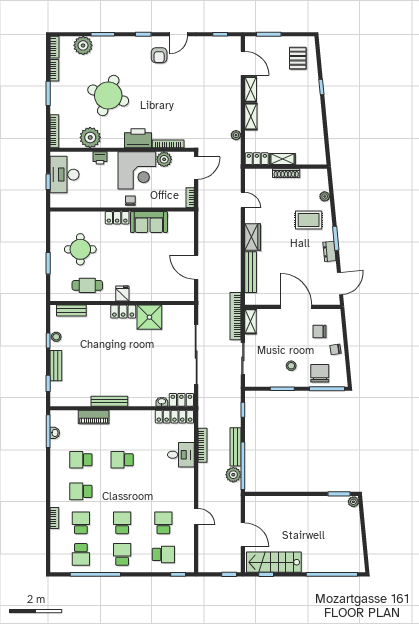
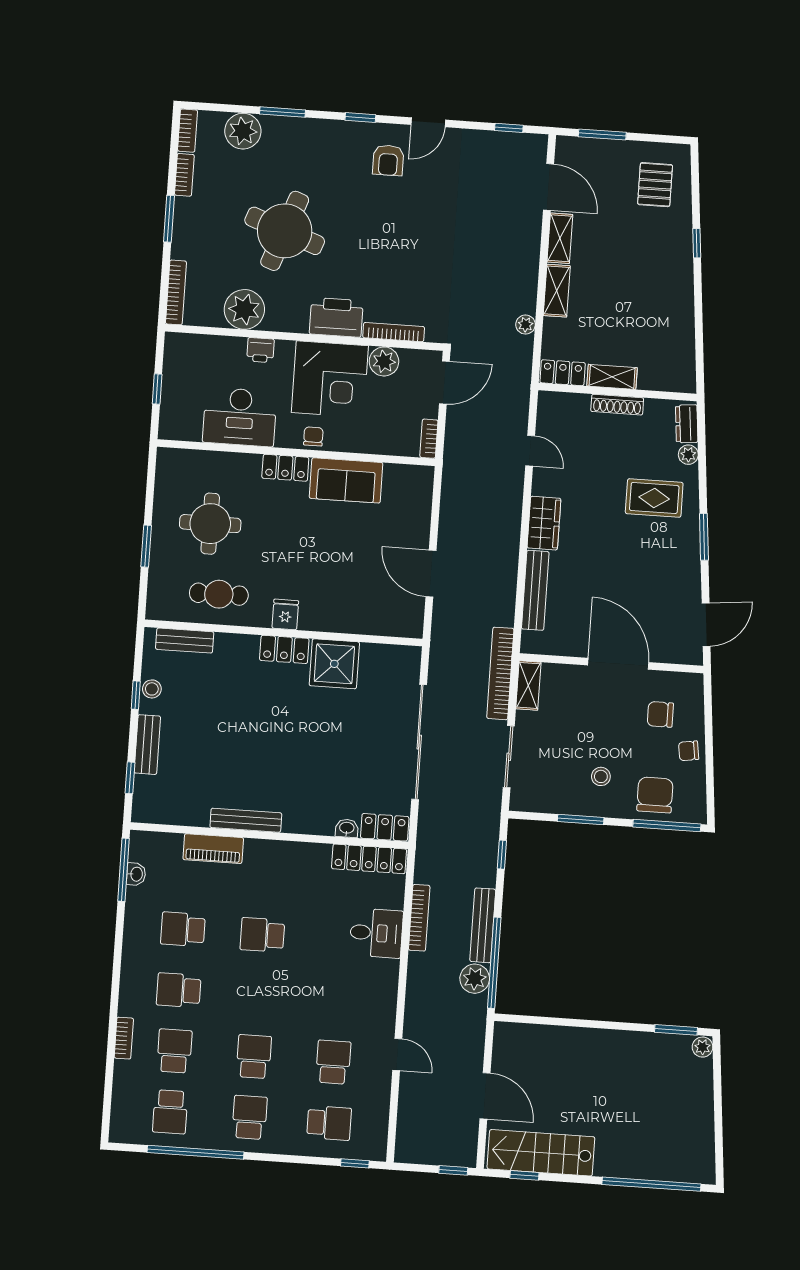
desk: (64, 175) -> (240, 417), moved, turned -90
dresser: (329, 251) -> (687, 424), moved

